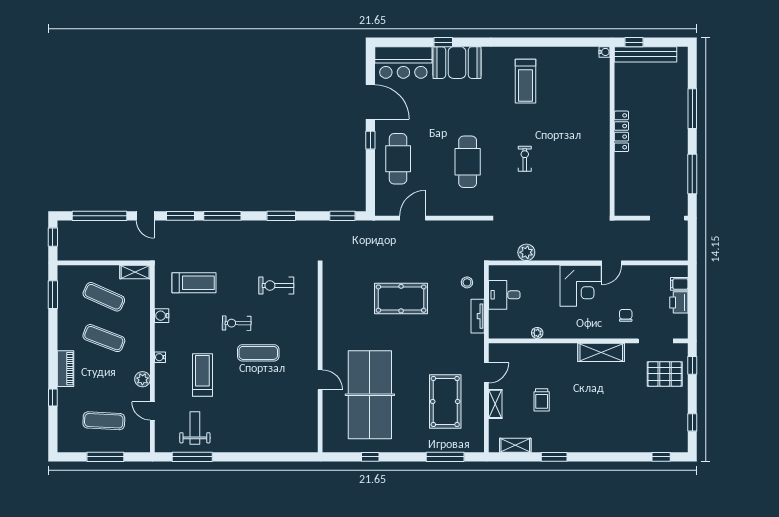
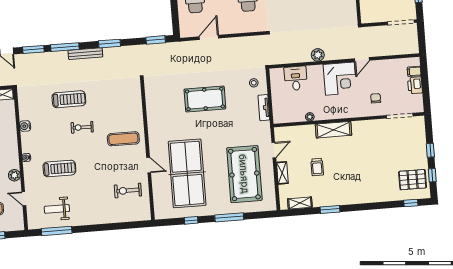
bench: (248, 227) -> (85, 54), added
plant: (526, 252) -> (318, 55), moved
treadmill: (194, 283) -> (69, 99), moved
exercise bike: (276, 286) -> (128, 190), moved
desk: (504, 295) -> (296, 78), moved, turned 90
shelving: (601, 352) -> (334, 130), moved
exercise mat: (258, 353) -> (123, 139), moved
window: (692, 365) -> (430, 150), moved
pallet: (665, 374) -> (413, 180), moved
treadmill: (202, 375) -> (59, 168), turned 90
pool table: (445, 402) -> (244, 174), width x1.36, depth x1.32
weight bench: (195, 428) -> (57, 209), turned -90
window: (445, 457) -> (229, 217), moved

